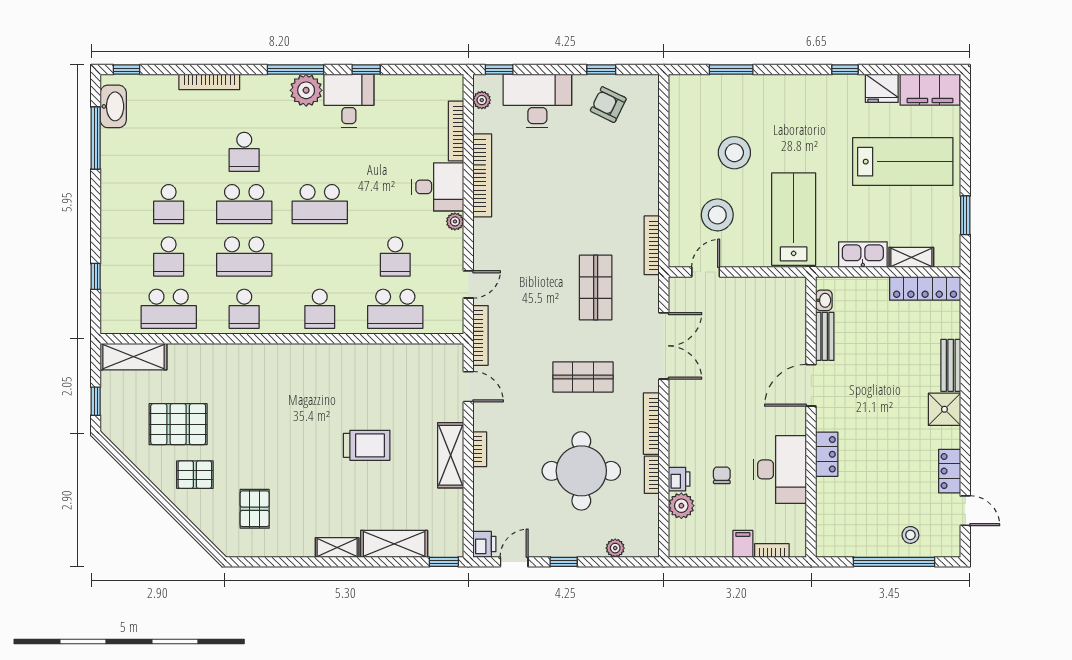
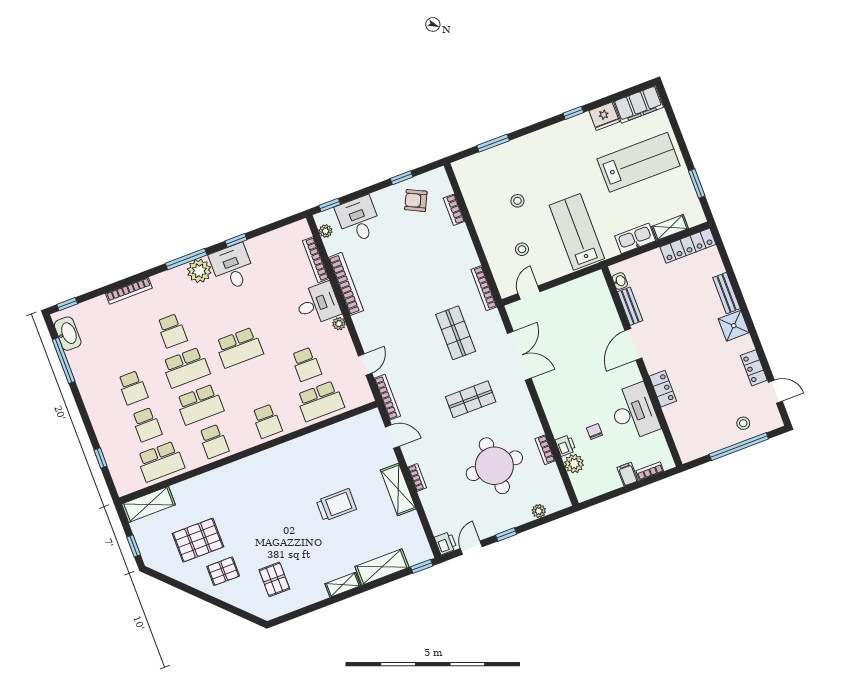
desk: (537, 101) -> (358, 219), width x0.73
stool: (734, 153) -> (517, 201), width x0.53, depth x0.53
stool: (717, 215) -> (522, 249), width x0.53, depth x0.53
bookcase: (651, 424) -> (454, 210), moved, width x0.64

